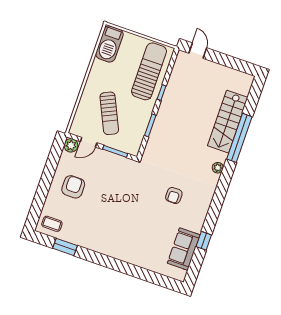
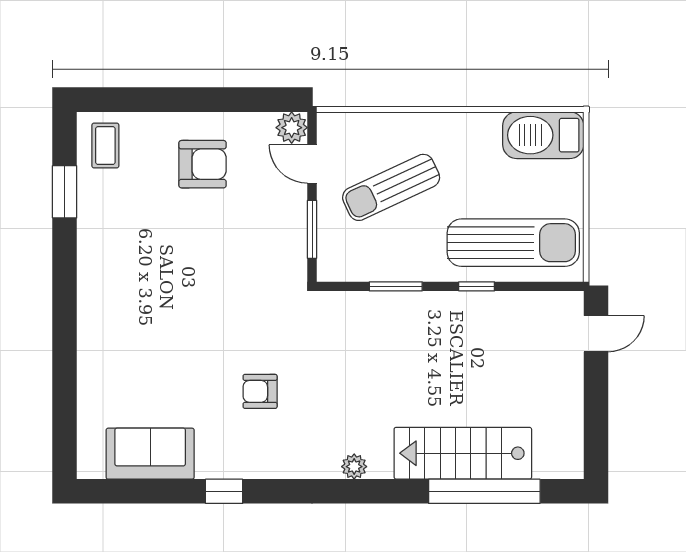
window: (239, 138) -> (484, 491), moved
window: (204, 241) -> (224, 491), moved

